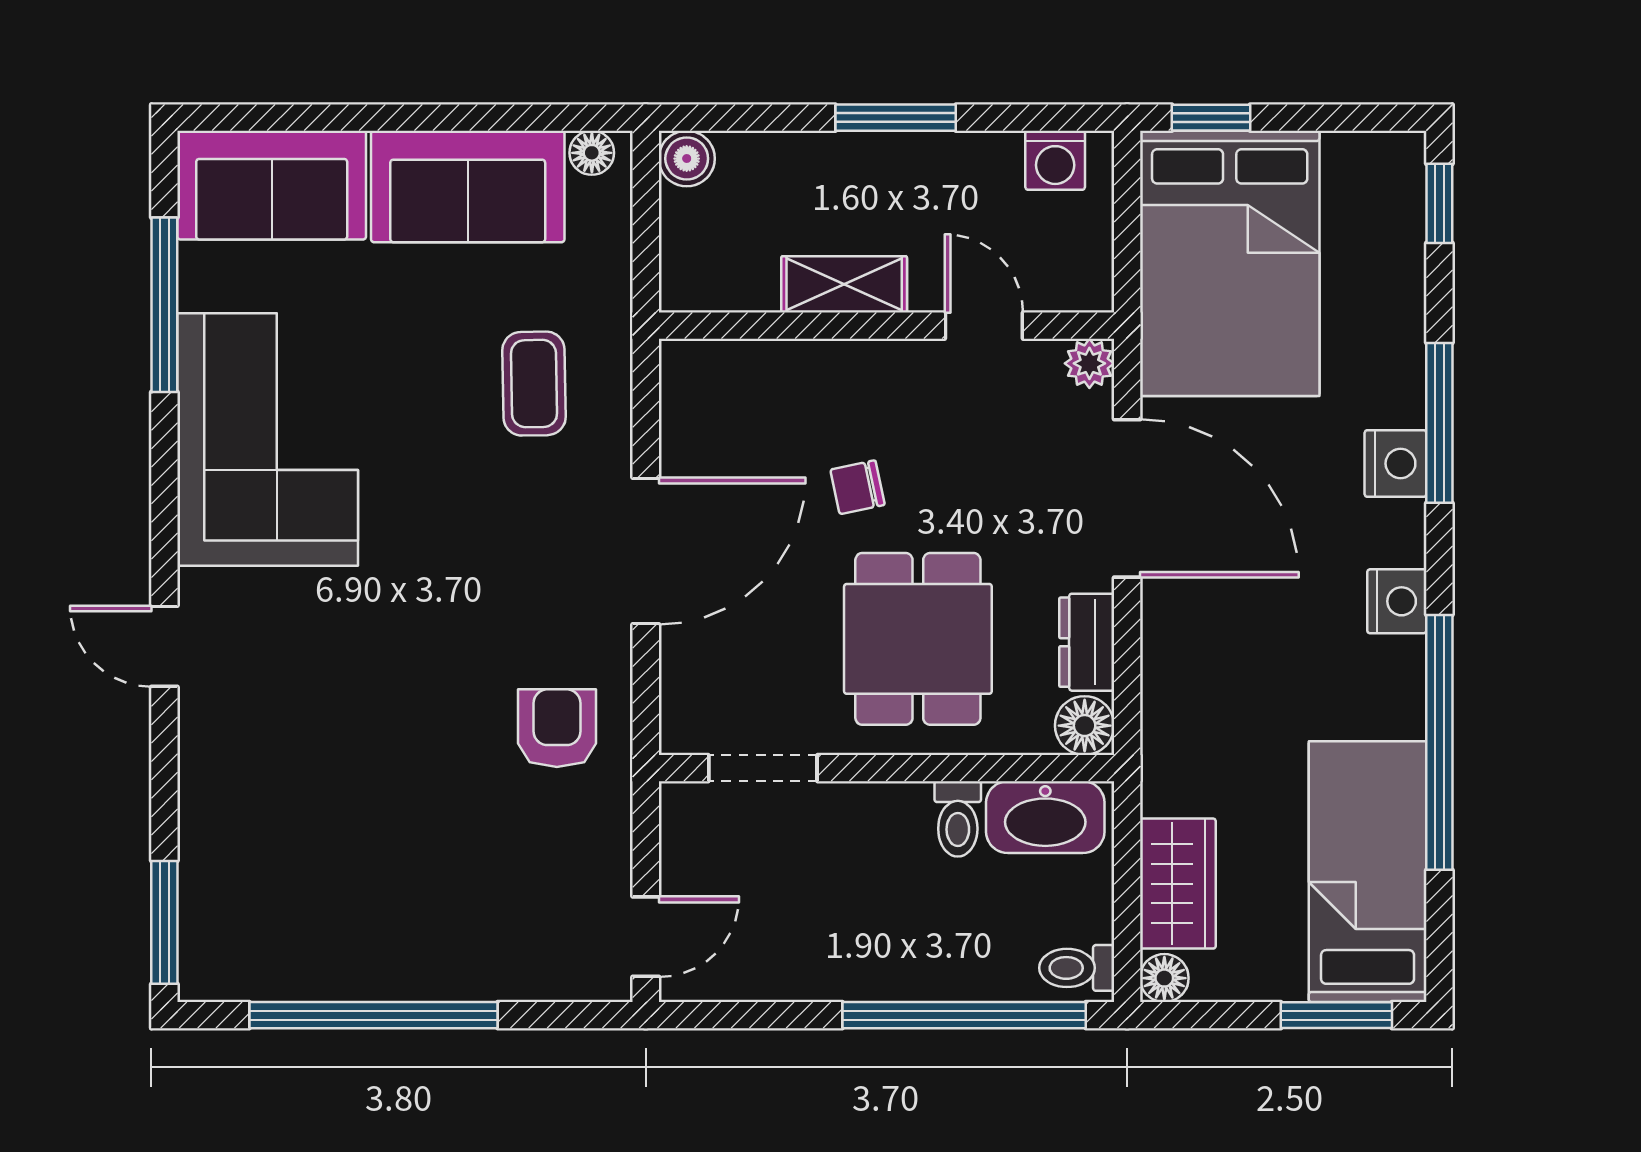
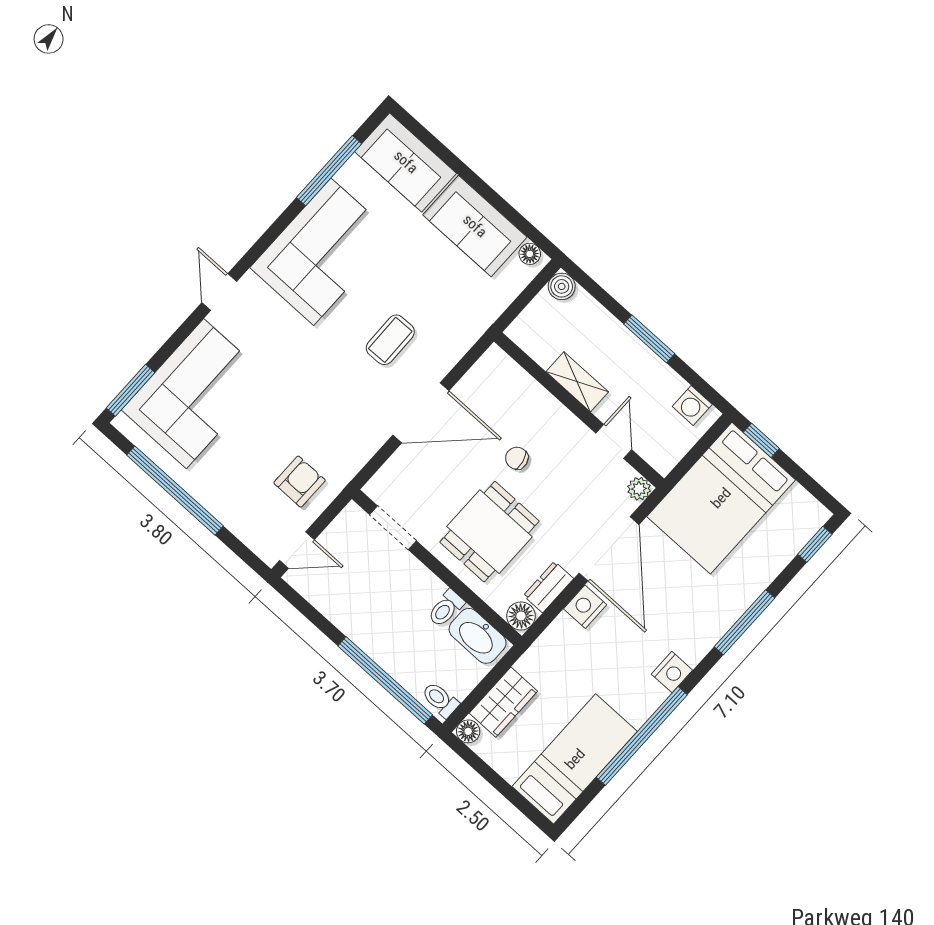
coffee table: (534, 384) -> (390, 340), moved
nightstand: (1396, 464) -> (585, 607), moved, turned 180
armchair: (557, 728) -> (300, 482), moved
corner sofa: (269, 837) -> (195, 394), added
window: (1336, 1015) -> (517, 800), removed

